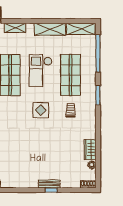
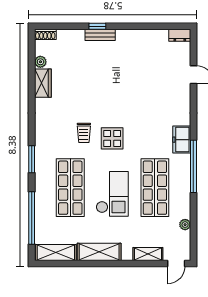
trolley: (71, 110) -> (84, 133), moved

